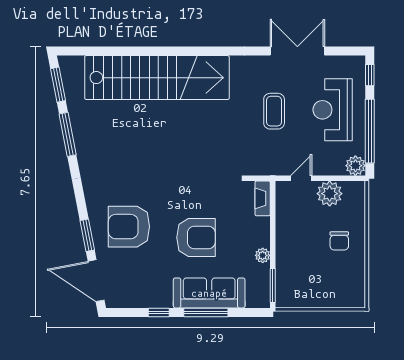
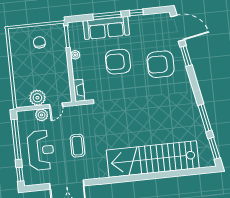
plant: (355, 166) -> (42, 115), moved
armchair: (129, 227) -> (161, 64), turned 180
chair: (339, 241) -> (39, 42), moved

